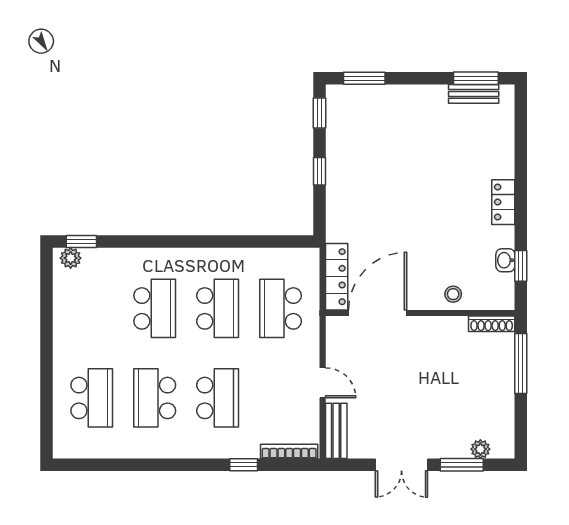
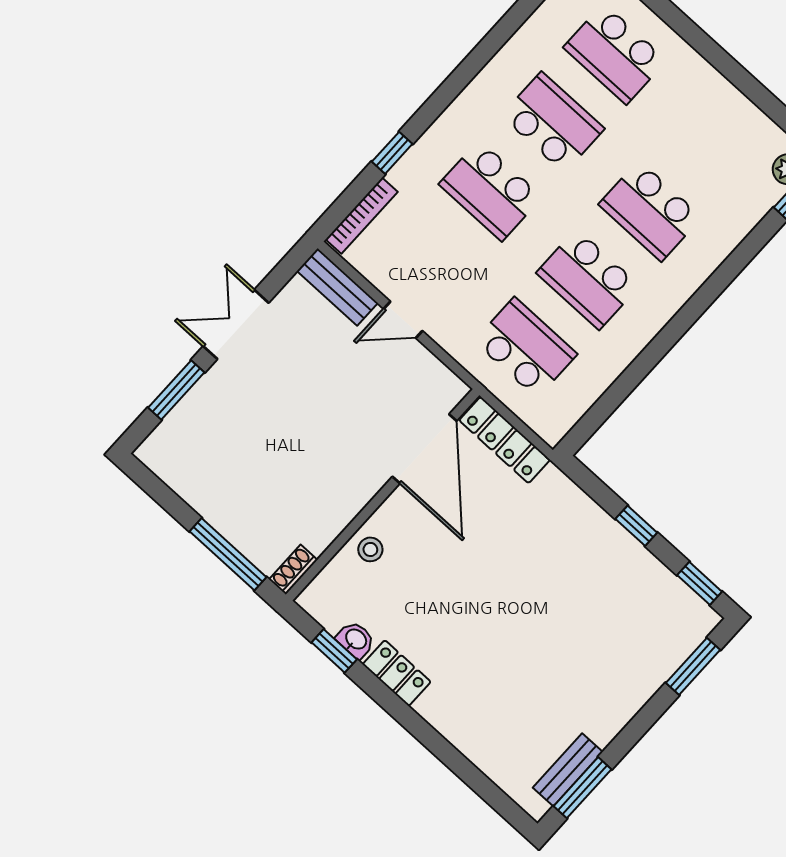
locker: (503, 202) -> (397, 673), moved
shoe rack: (492, 324) -> (293, 570), width x0.70
plant: (480, 449) -> (175, 426), removed

